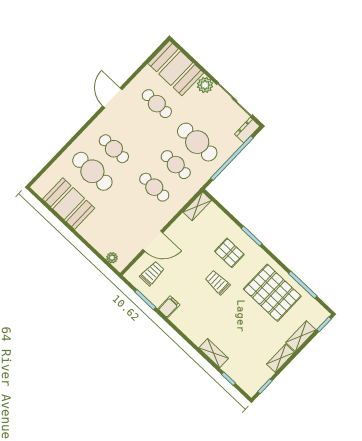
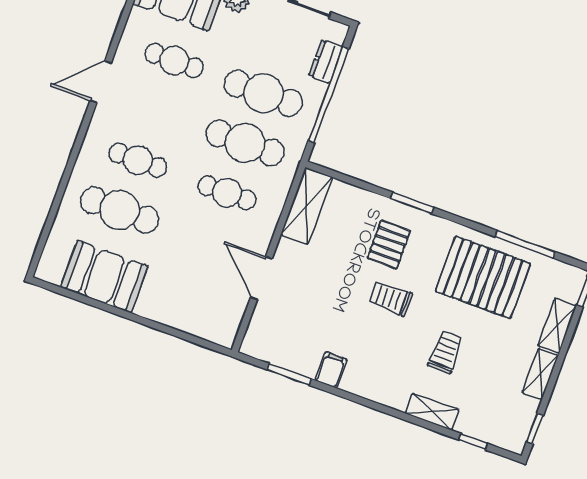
door: (112, 98) -> (101, 82), hinge flipped
dresser: (247, 130) -> (326, 61), moved
cafe table: (176, 165) -> (245, 143), width x1.37, depth x1.35
shelving: (197, 206) -> (306, 206), width x1.50, depth x1.33
door: (153, 241) -> (261, 278), swing flipped
pallet: (229, 253) -> (389, 244), turned 90
plant: (112, 258) -> (209, 332), removed
trolley: (152, 273) -> (445, 352), moved

